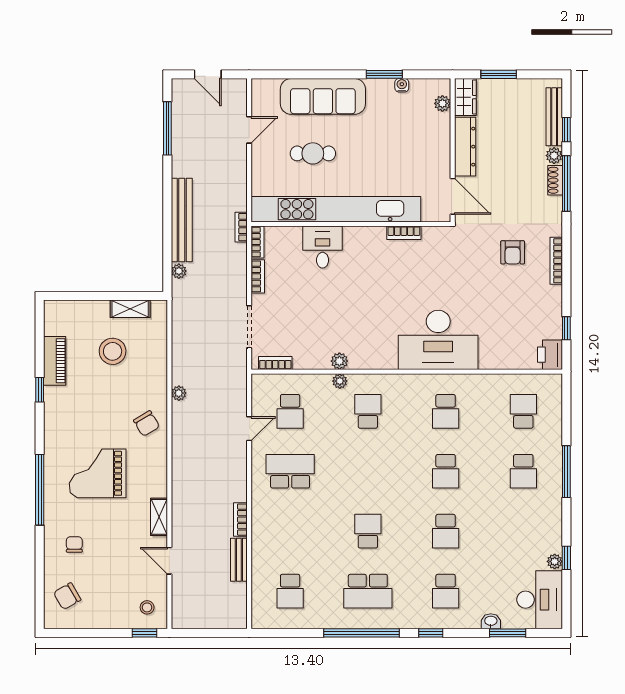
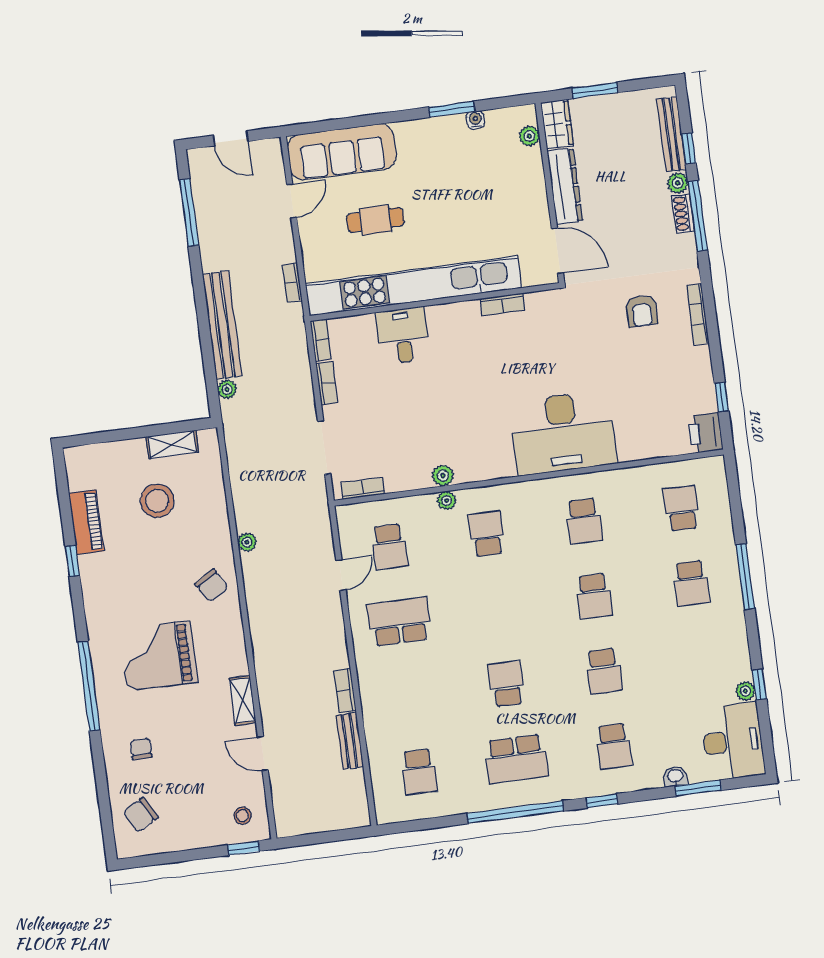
sofa: (323, 96) -> (342, 152), moved
bookcase: (241, 227) -> (292, 283), moved

